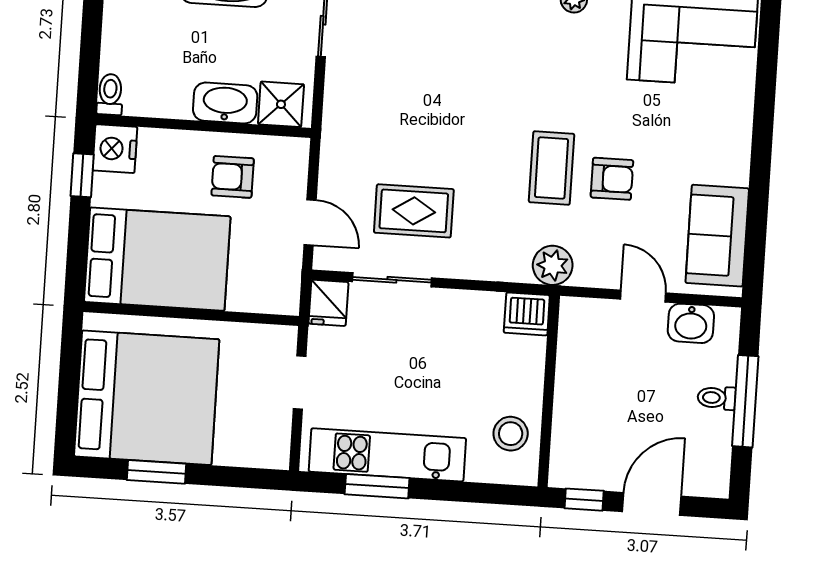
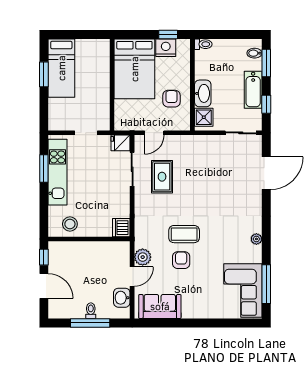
nightstand: (115, 149) -> (166, 48), moved
armchair: (612, 179) -> (181, 260), turned 180
plant: (553, 265) -> (143, 257), moved
bed: (147, 398) -> (61, 68), width x0.49

